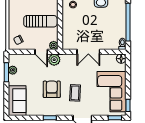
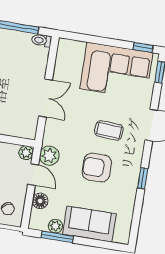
door: (41, 52) -> (33, 175), hinge flipped
floor lamp: (121, 59) -> (40, 201), moved
sofa: (17, 101) -> (89, 224), moved

